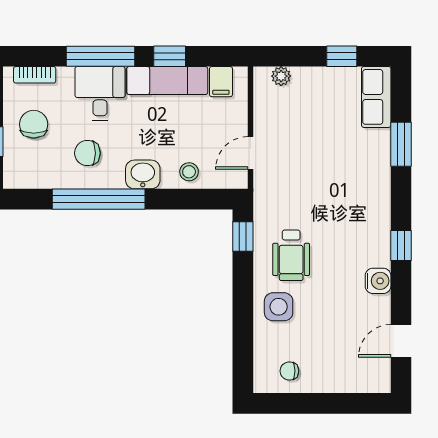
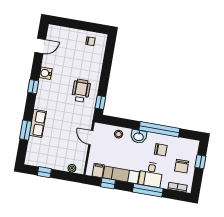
window: (170, 56) -> (108, 183), moved
row of seats: (376, 97) -> (38, 123), moved
door: (250, 153) -> (91, 138), swing flipped
side table: (279, 307) -> (90, 70), removed

